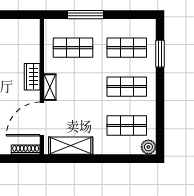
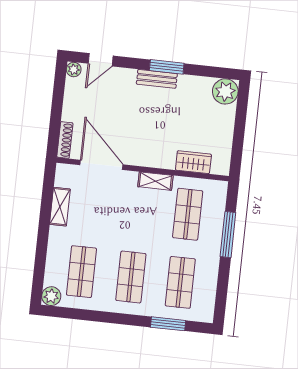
wardrobe: (32, 77) -> (193, 162), moved
shelving: (50, 87) -> (155, 181), moved
shelving: (71, 146) -> (60, 207), width x0.67, depth x0.75

